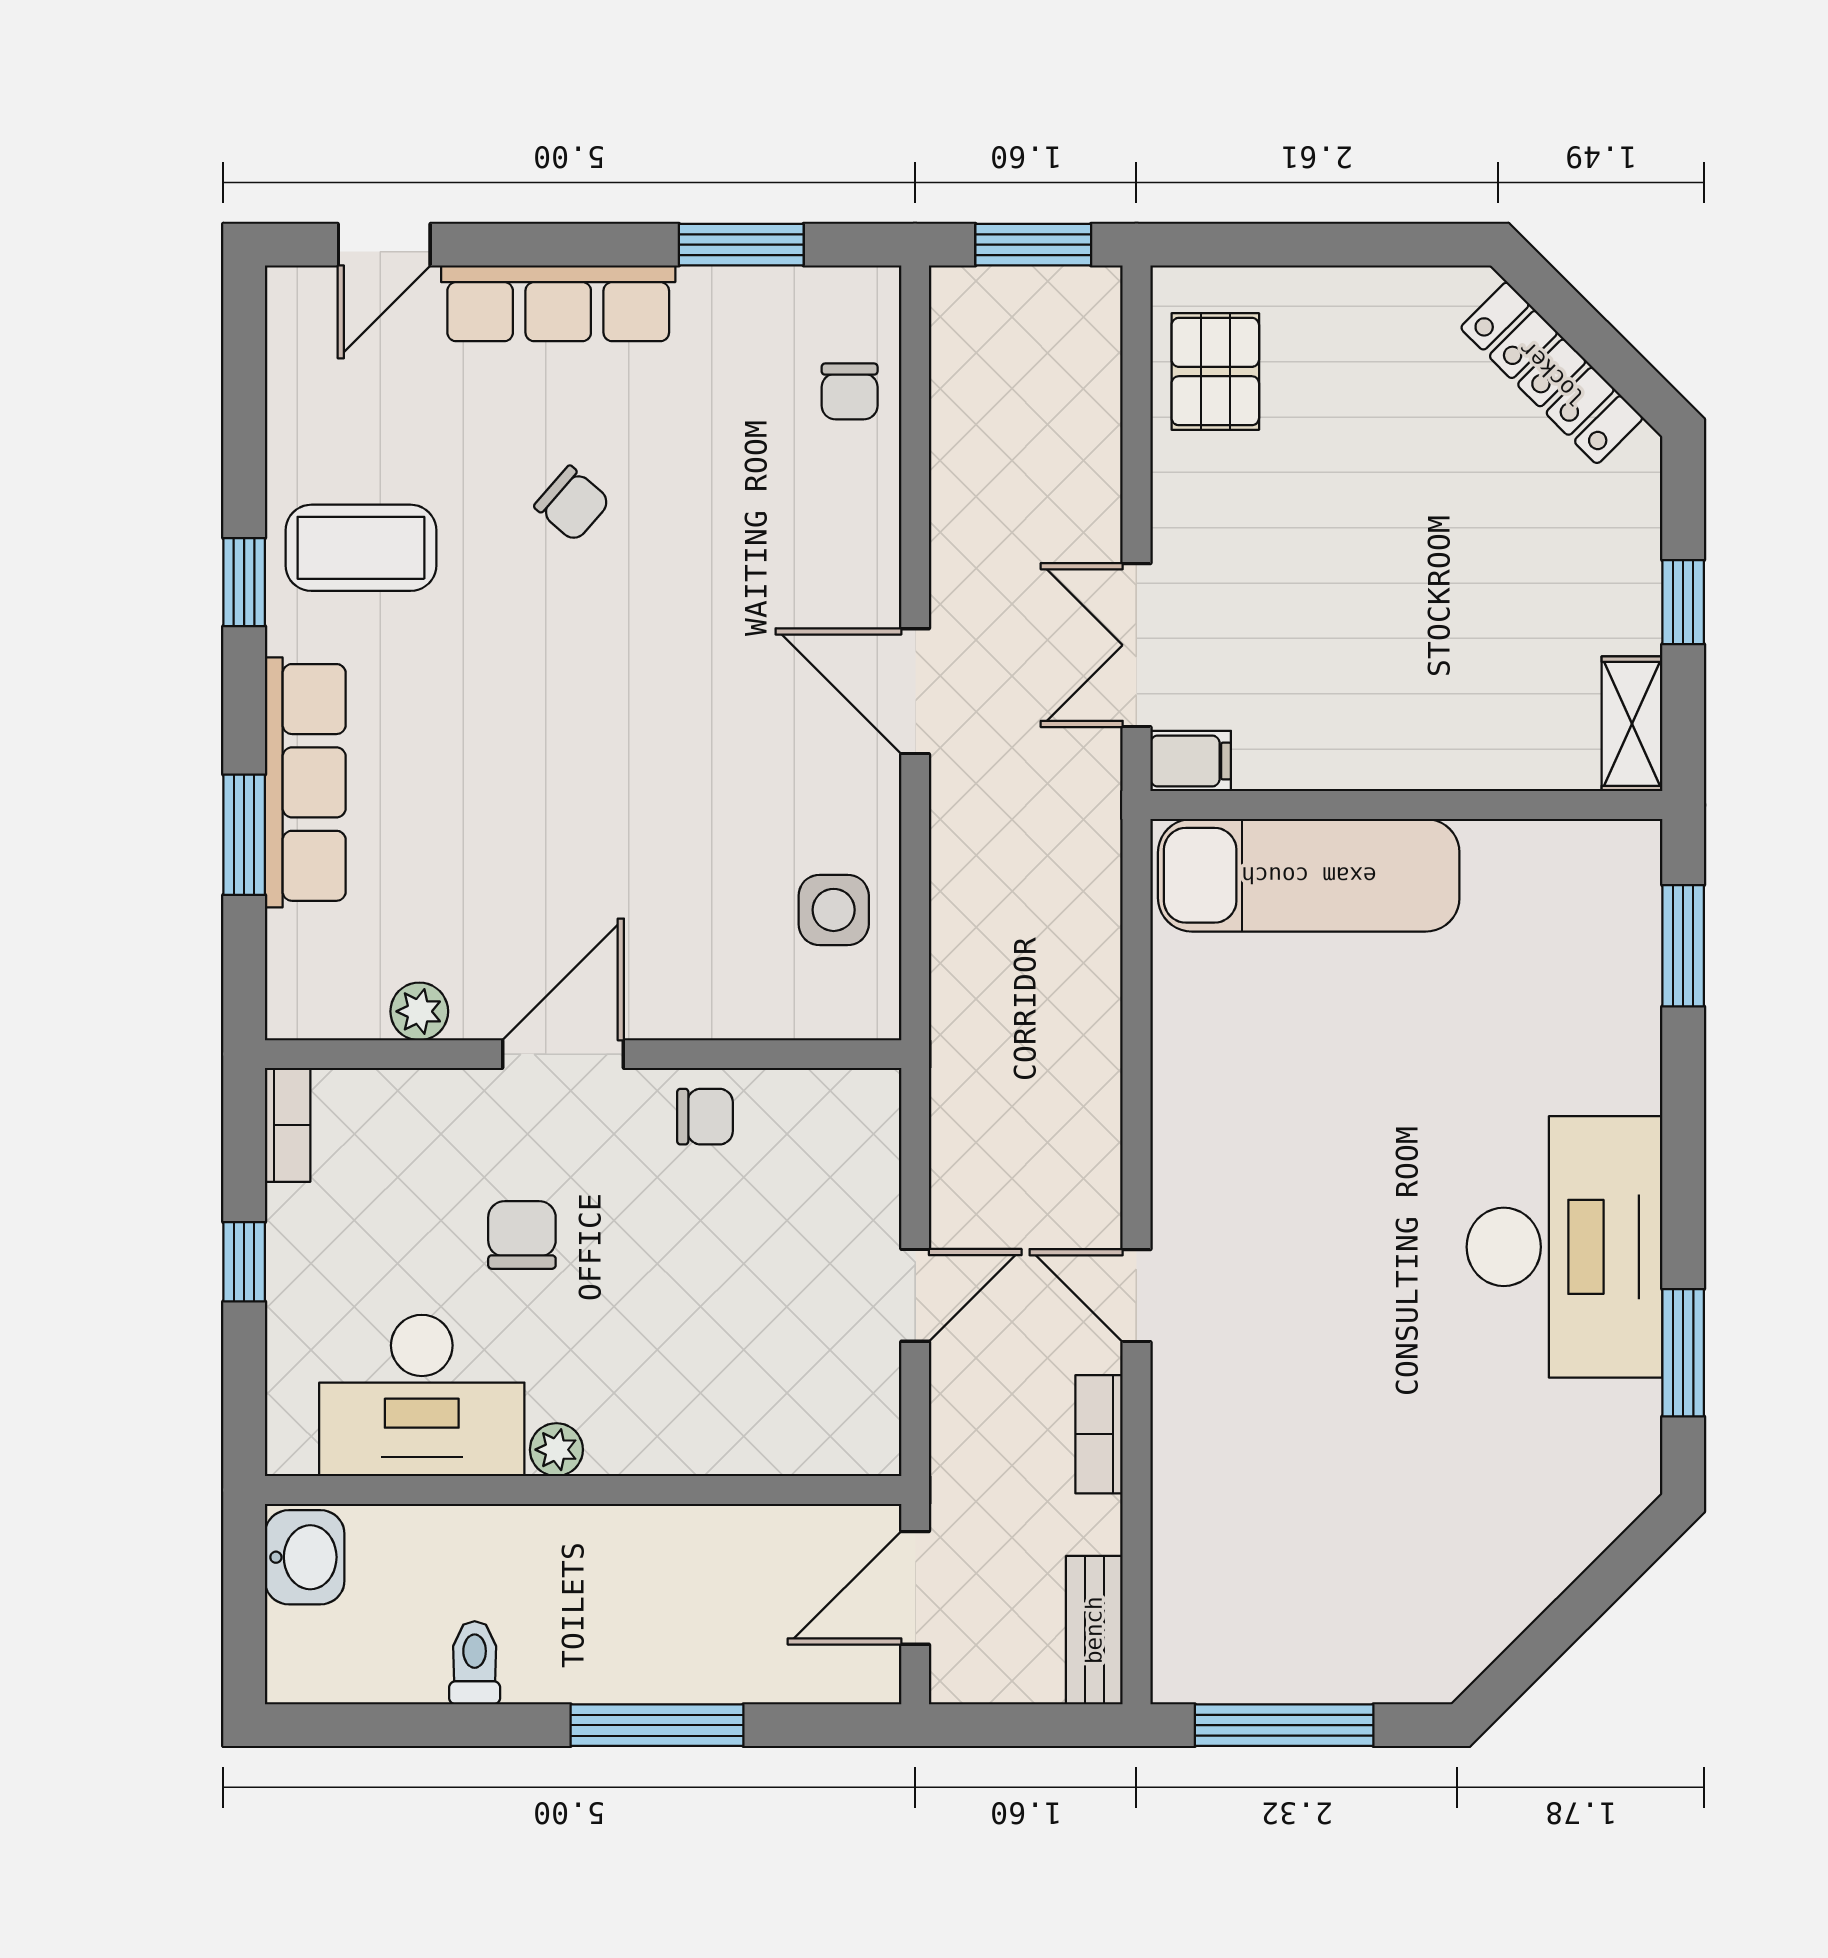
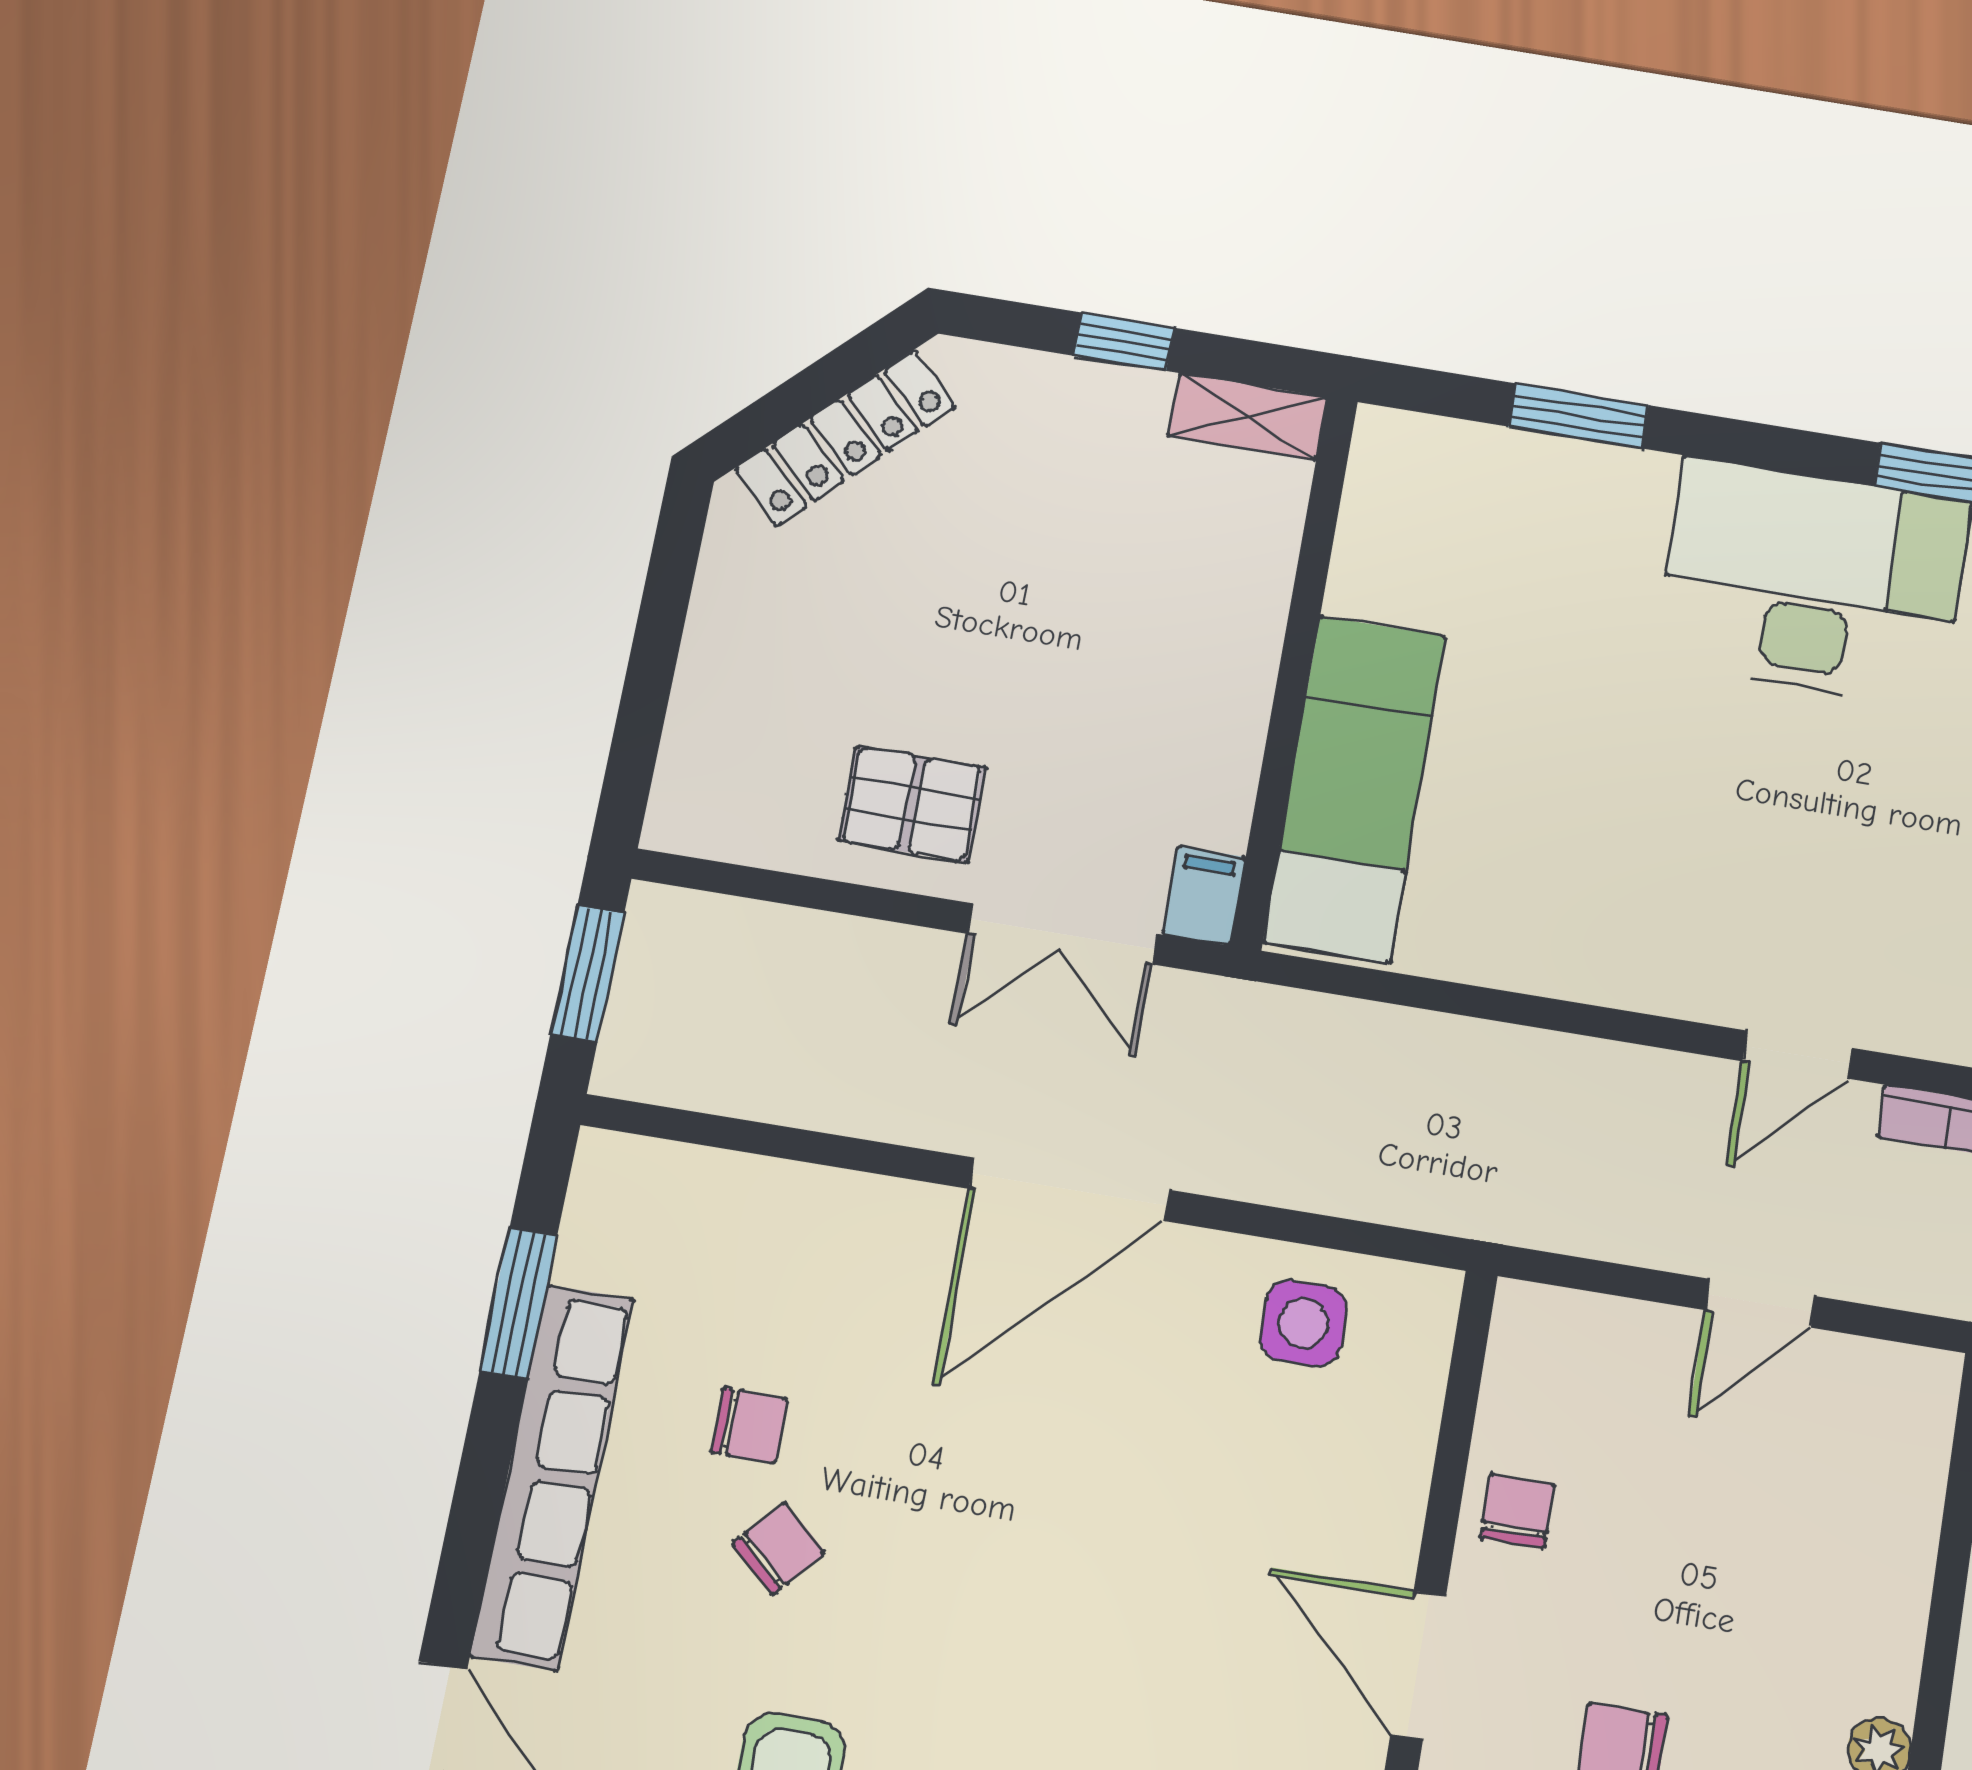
row of seats: (558, 303) -> (553, 1476), width x1.36
pallet: (1215, 372) -> (912, 804), moved
chair: (850, 391) -> (749, 1425), moved
door: (915, 691) -> (1069, 1189), width x1.36
window: (1683, 946) -> (1578, 416), moved
door: (915, 1295) -> (1760, 1303), swing flipped

